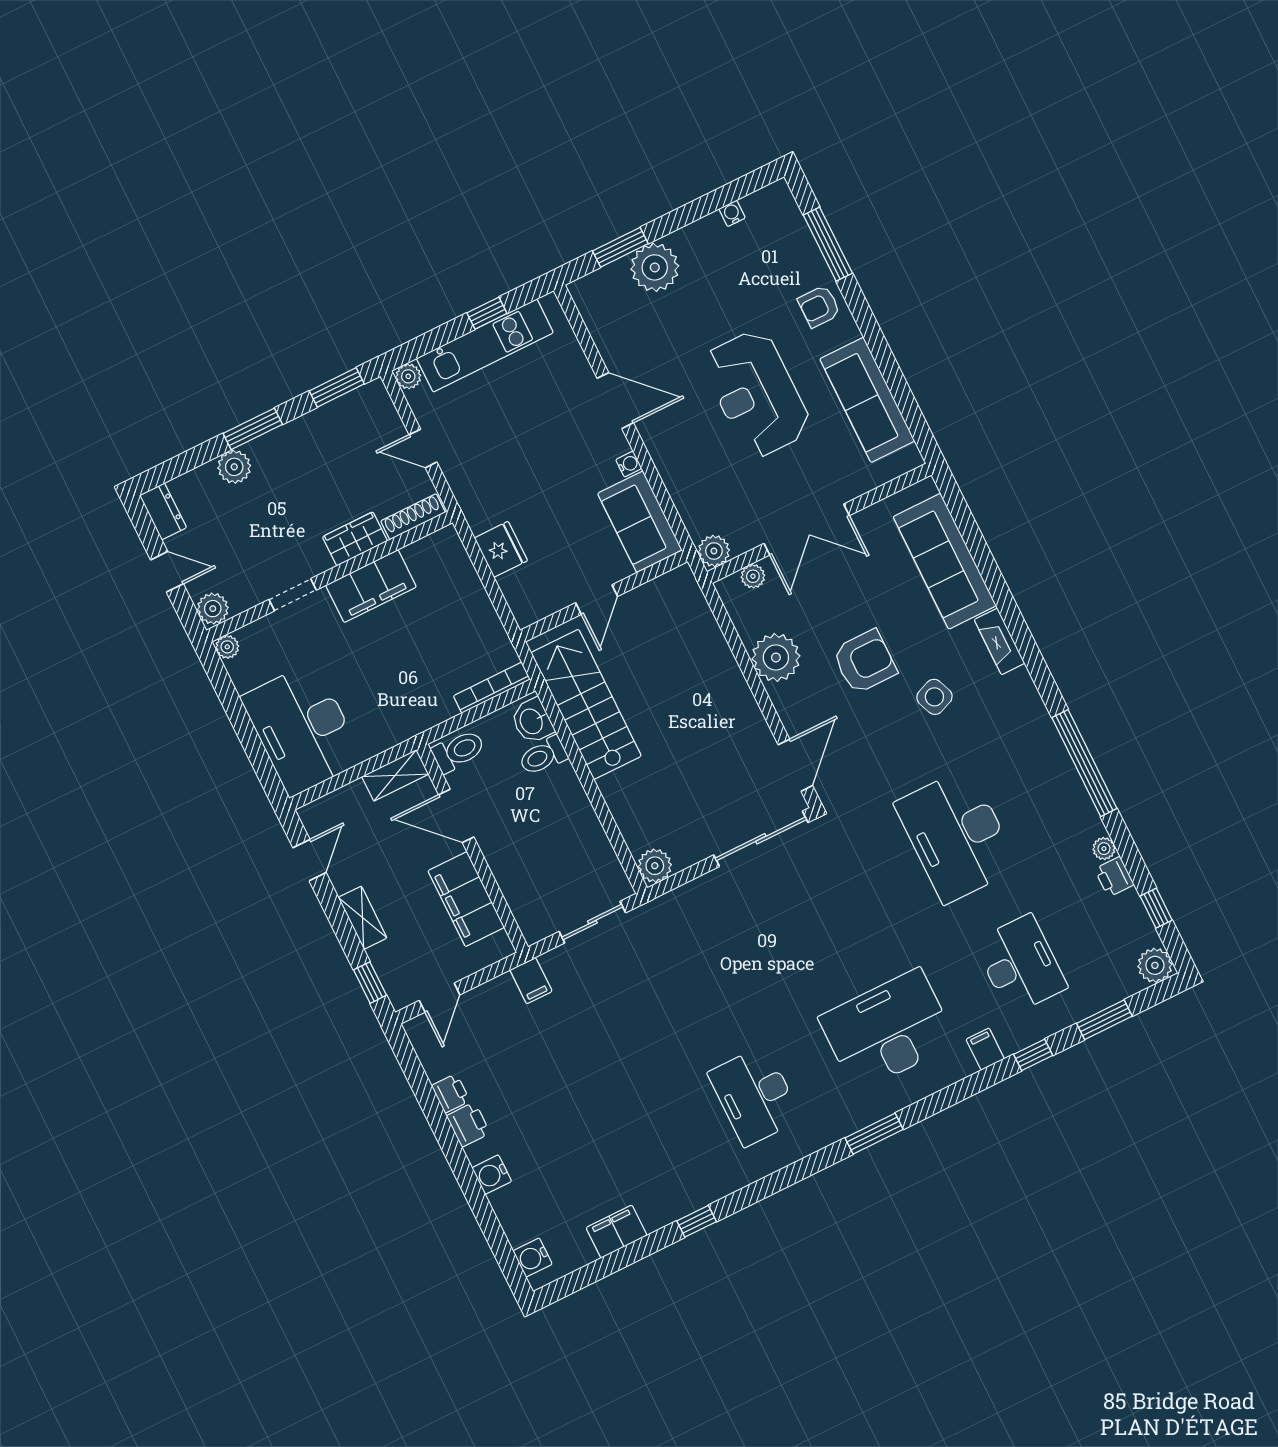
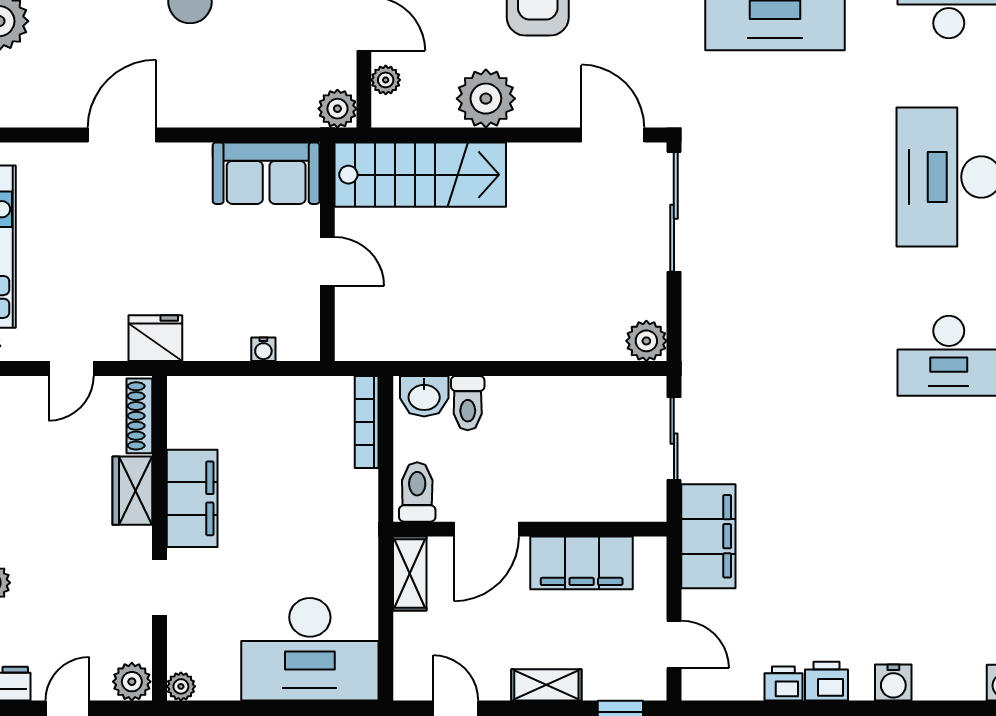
water cooler: (629, 464) -> (263, 349), moved, turned 180
fridge: (501, 549) -> (155, 338), moved
stairs: (586, 704) -> (420, 175), moved, turned 180
filing cabinet: (531, 981) -> (708, 536), width x3.00, depth x1.17

